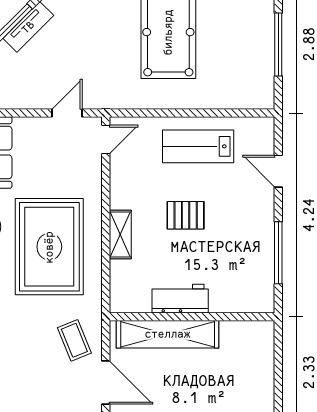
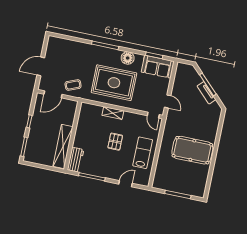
workbench: (180, 299) -> (76, 160), moved
shelving: (168, 334) -> (63, 146), moved

